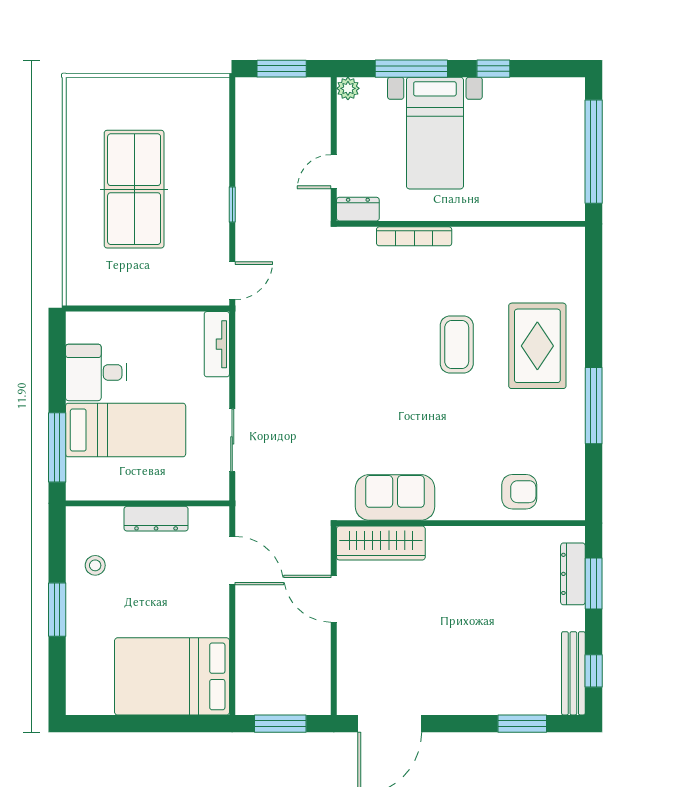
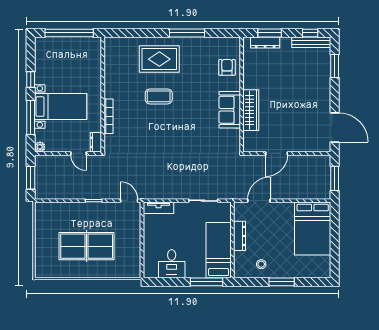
bed: (126, 430) -> (219, 250), moved
sofa: (395, 497) -> (230, 110), moved
wardrobe: (381, 543) -> (251, 110), moved

